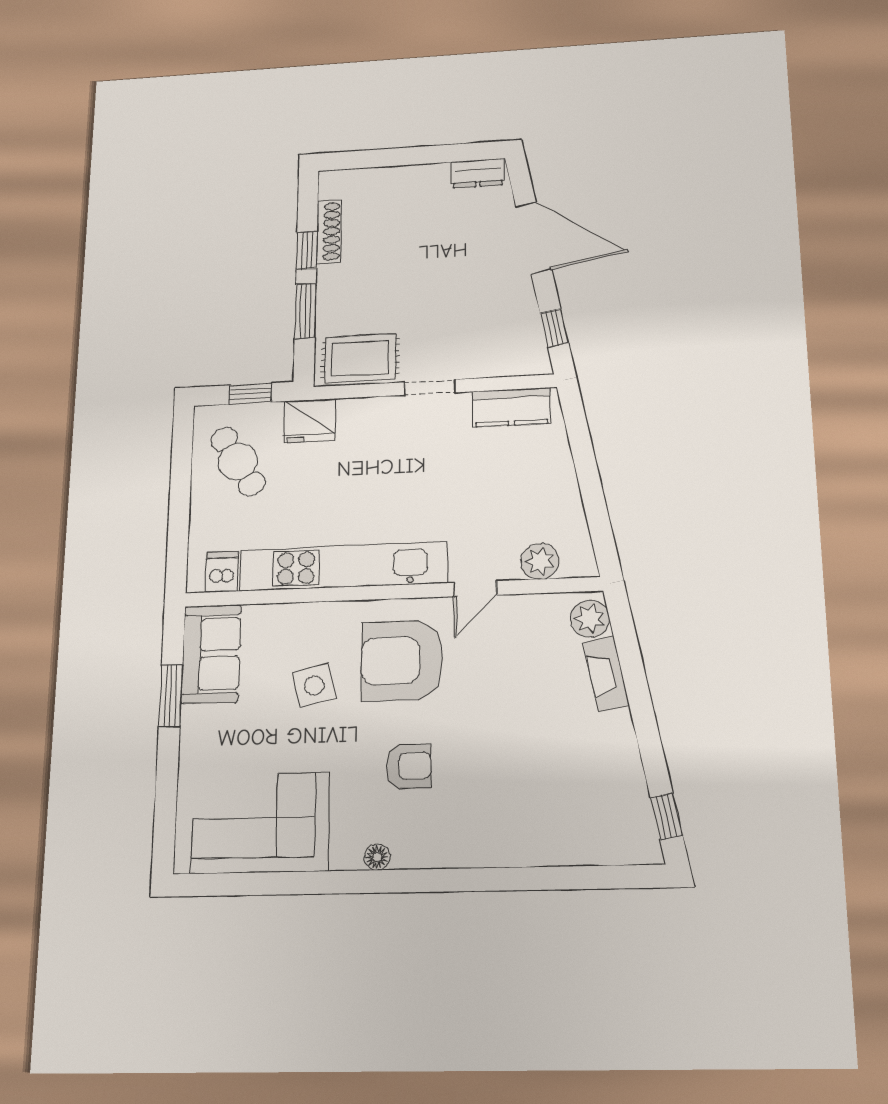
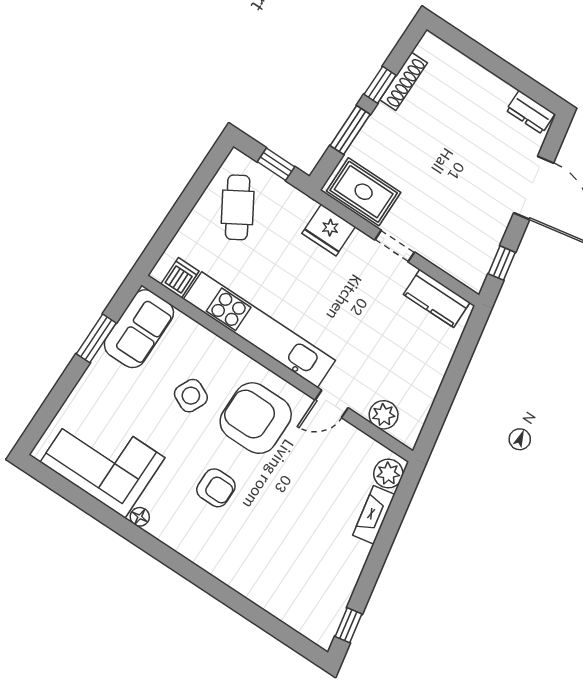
fridge: (310, 421) -> (329, 230), moved
side table: (314, 685) -> (191, 396), turned 38
floor lamp: (377, 857) -> (140, 517), moved

